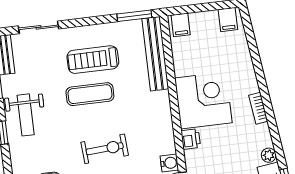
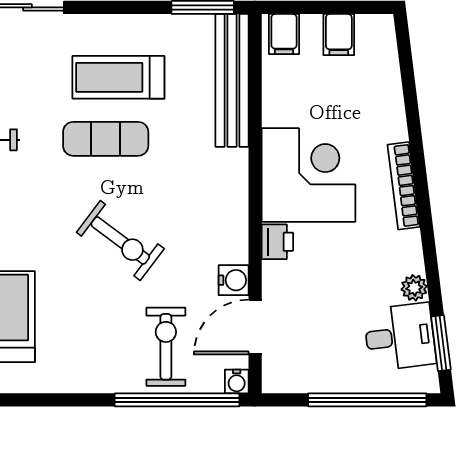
filing cabinet: (228, 19) -> (339, 35), moved
bookcase: (258, 108) -> (404, 186), width x1.56
exercise bike: (105, 149) -> (120, 240), turned 41

